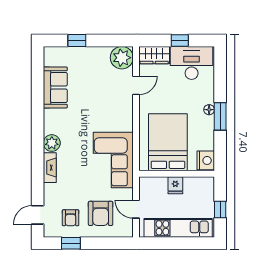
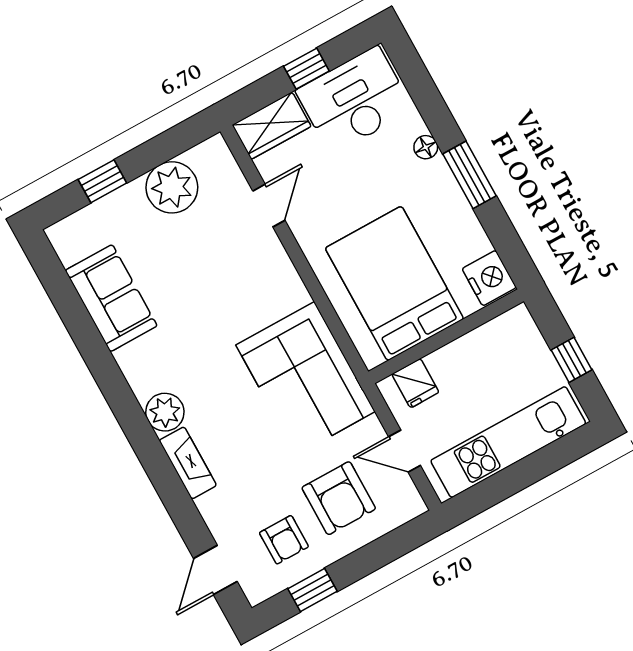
plant: (122, 58) -> (172, 187), moved
floor lamp: (209, 110) -> (426, 147), moved
fridge: (175, 185) -> (415, 383), moved

